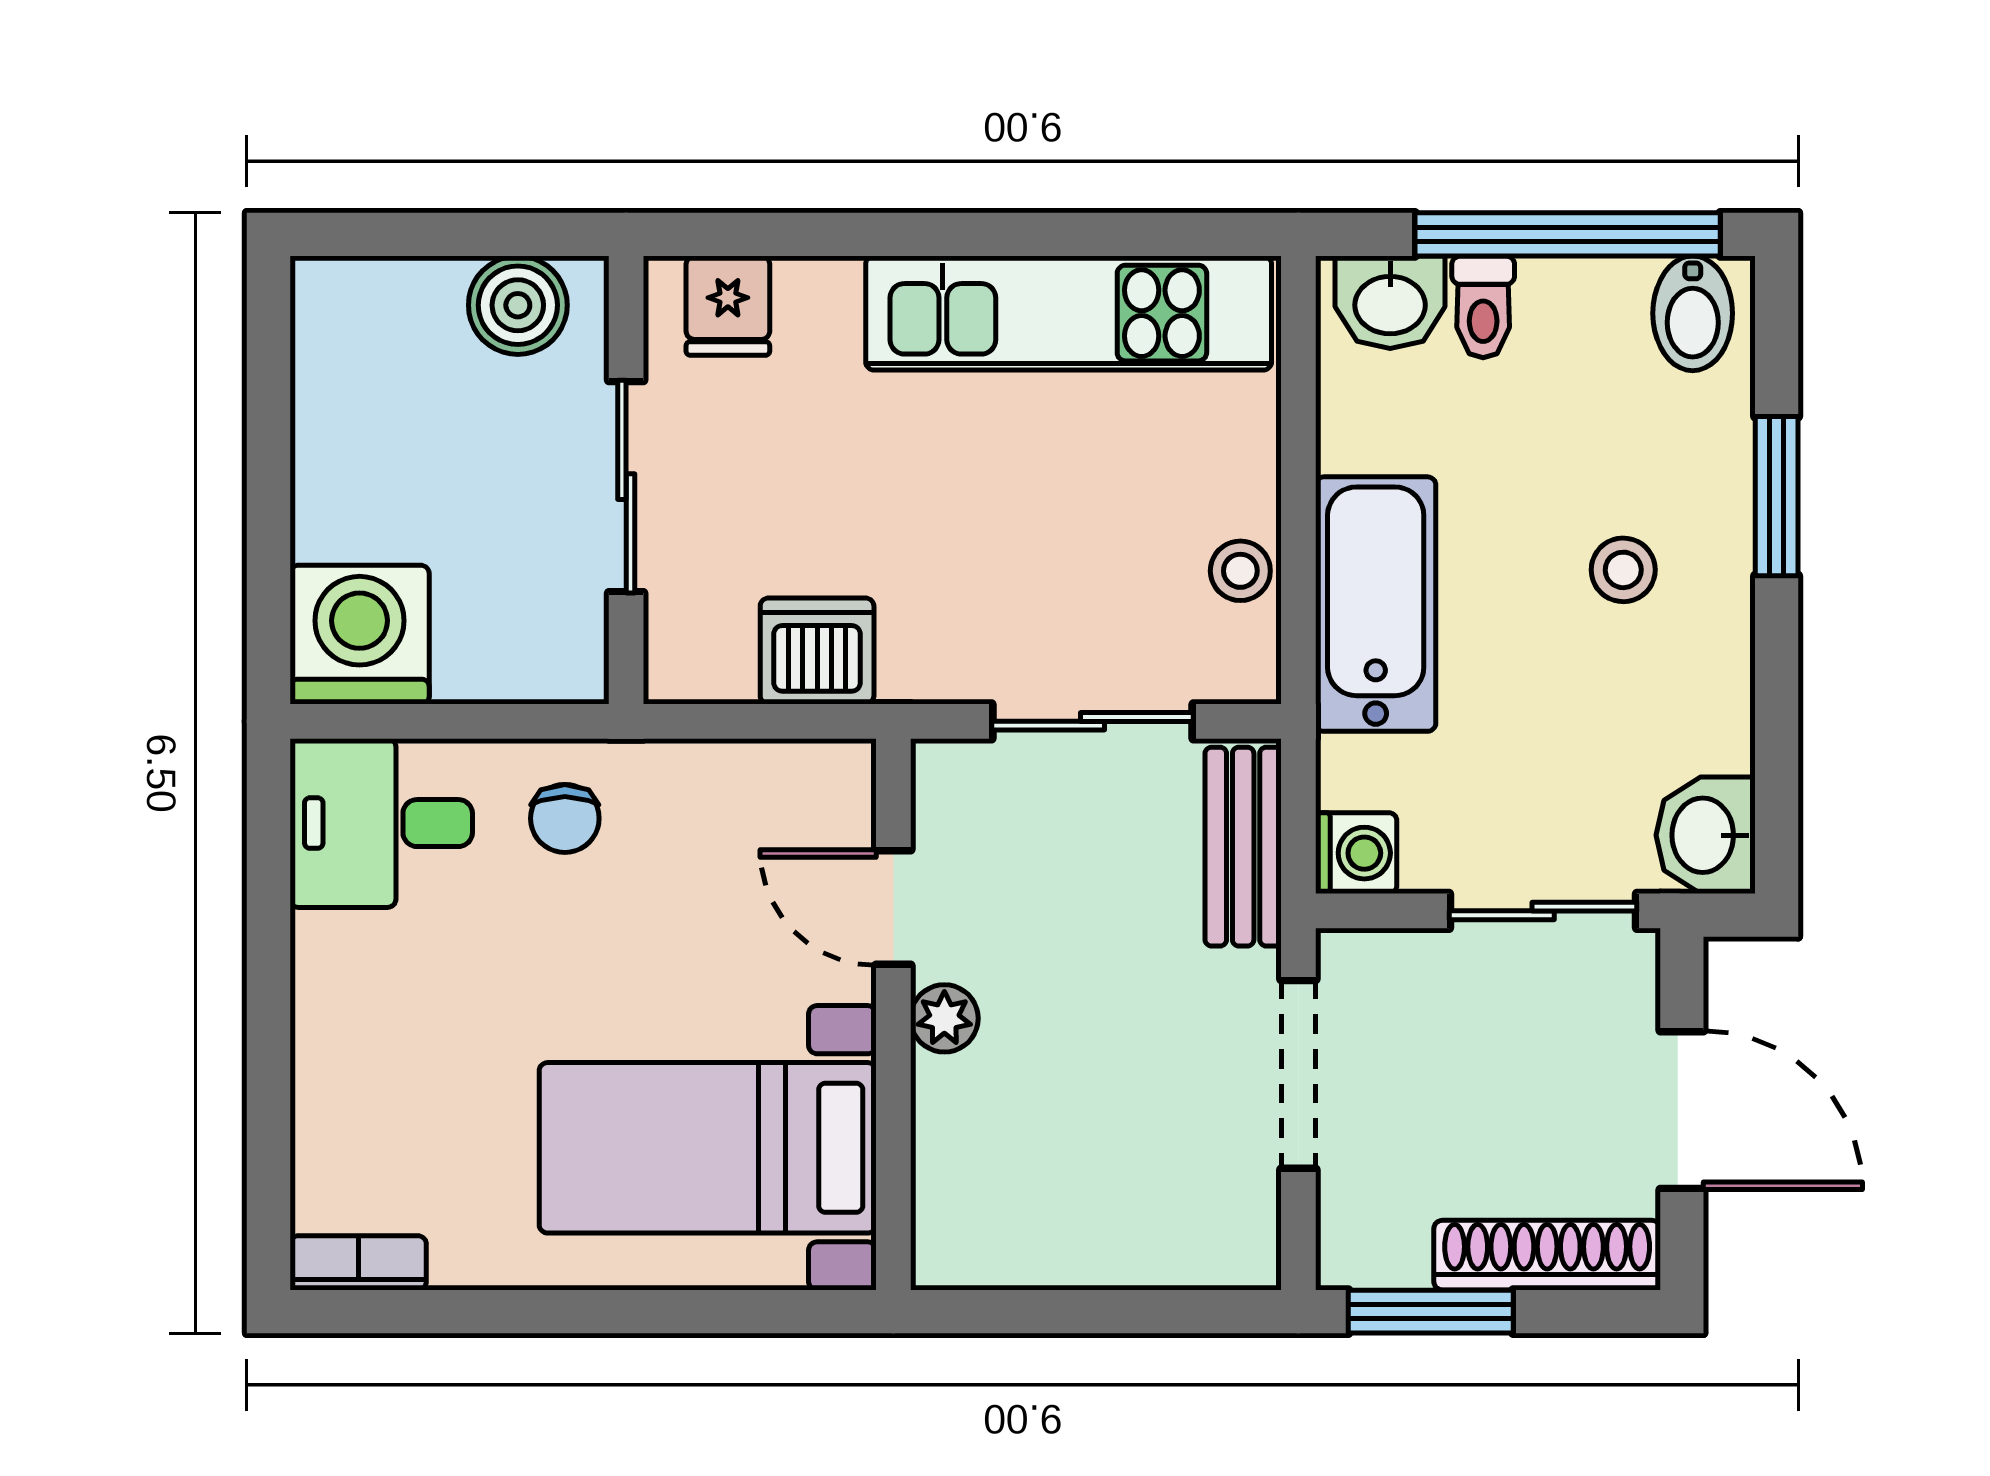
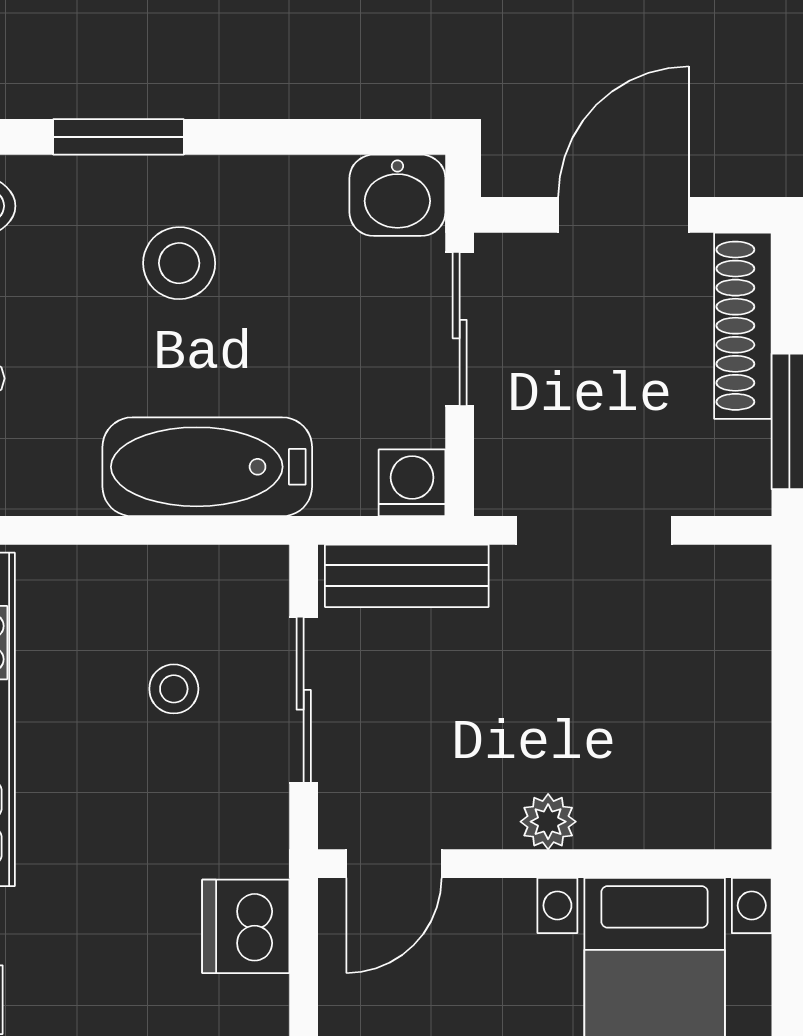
stool: (1623, 570) -> (179, 263), width x1.37, depth x1.37
stool: (1240, 571) -> (174, 689), moved
door: (893, 908) -> (394, 864), moved

